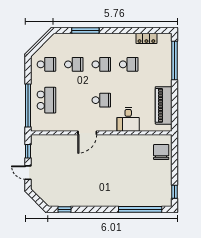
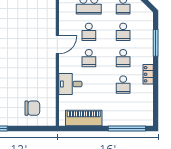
locker: (146, 38) -> (148, 74), moved
school desk: (74, 100) -> (89, 32), added
door: (87, 133) -> (57, 45), swing flipped
chair: (161, 152) -> (32, 108), moved

